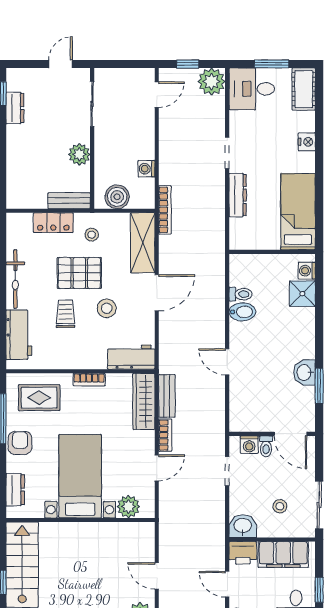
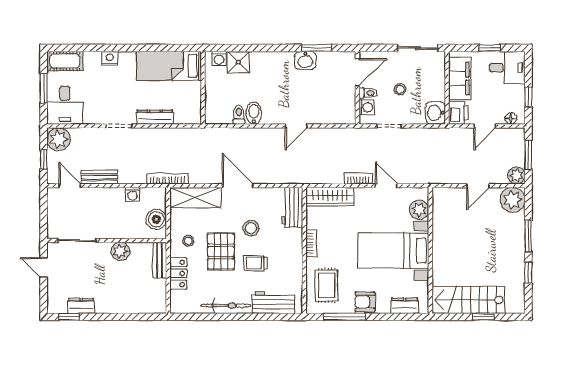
bench: (167, 396) -> (99, 177), moved
stool: (280, 506) -> (400, 89), moved

